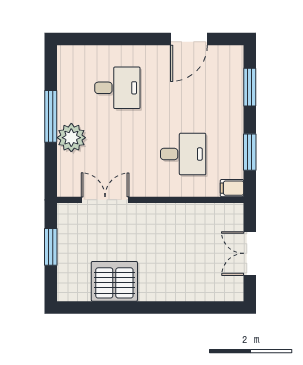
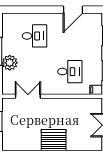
server rack: (114, 281) -> (54, 140), moved

